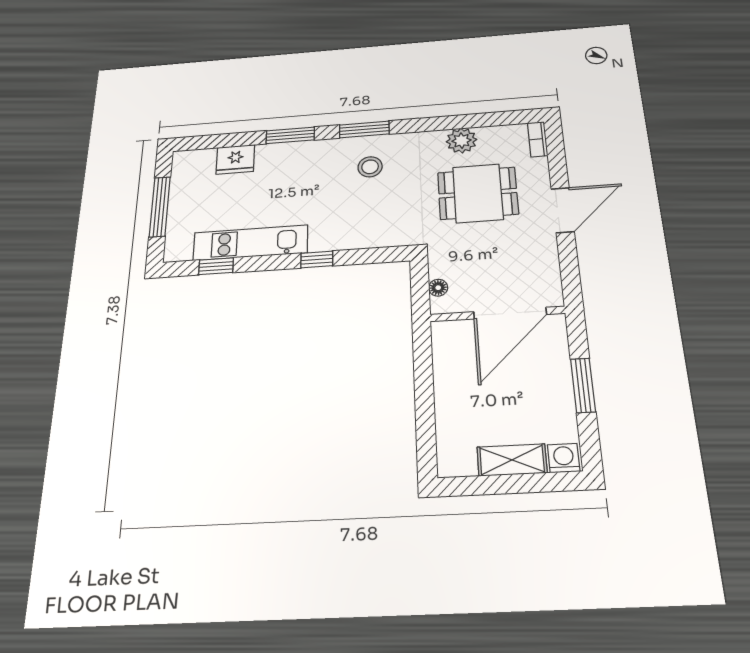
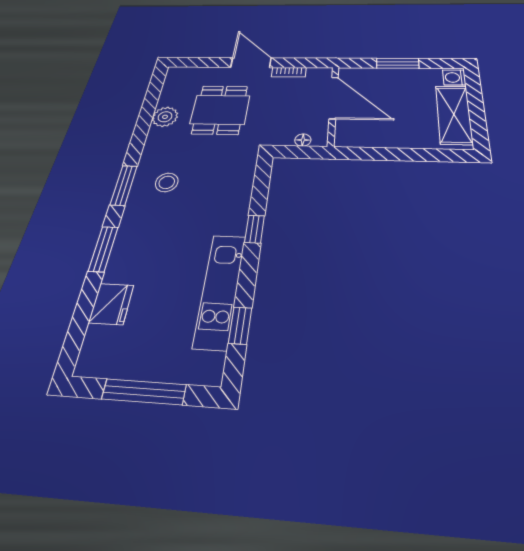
bookcase: (538, 139) -> (289, 72), moved
shelving: (512, 460) -> (454, 114), width x1.50, depth x1.33

